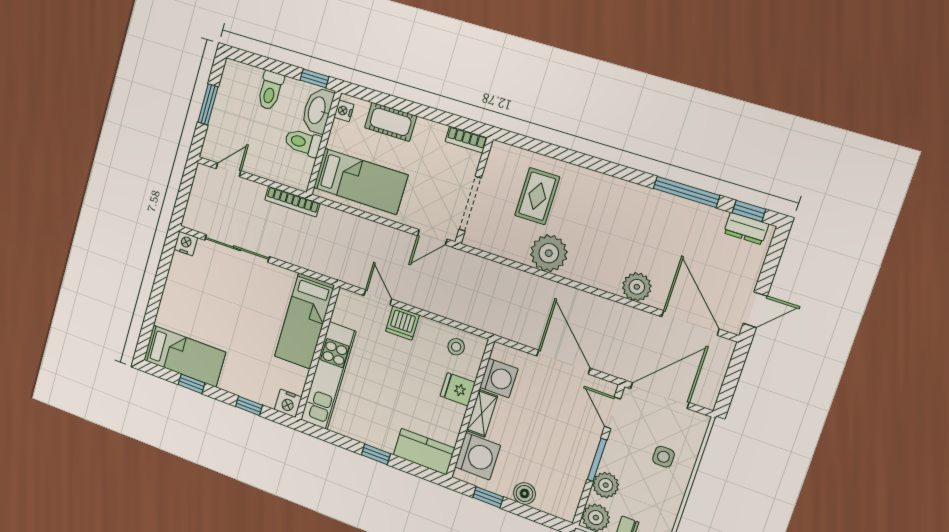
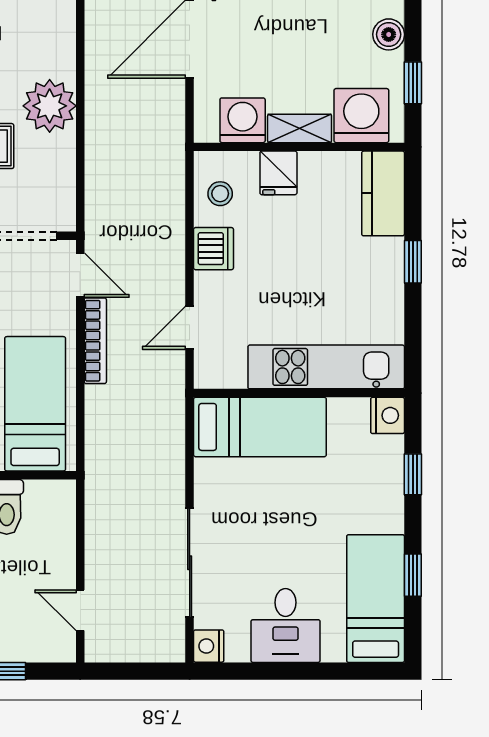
bookcase: (292, 202) -> (95, 341), moved
desk: (184, 295) -> (286, 625), added
dishwasher: (402, 323) -> (214, 249), moved

